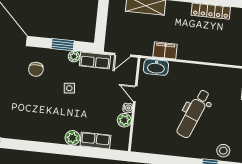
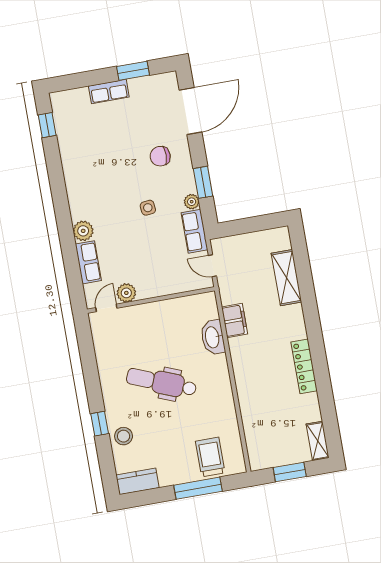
washbasin: (156, 67) -> (213, 337), moved
door: (135, 94) -> (106, 308), moved
water cooler: (128, 108) -> (144, 293), removed

